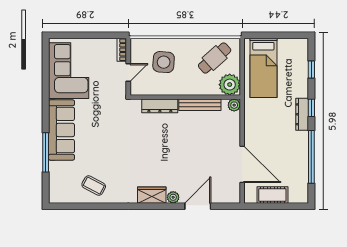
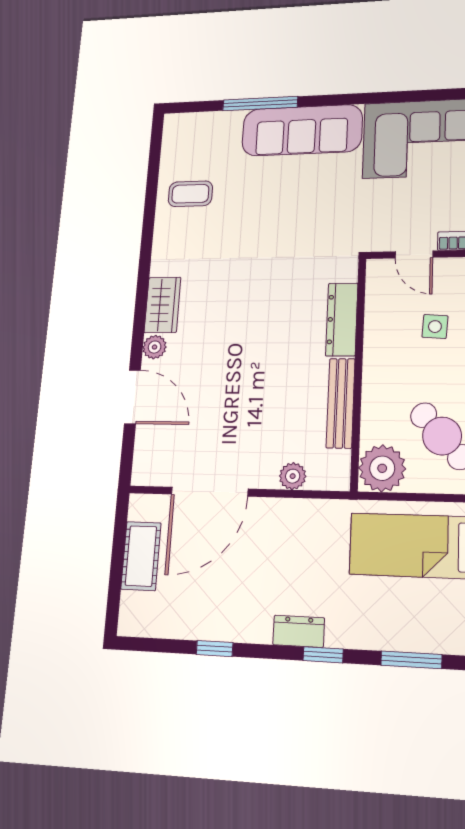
side table: (164, 62) -> (435, 327), width x0.54, depth x0.54
window: (311, 70) -> (411, 660), width x1.50
plant: (234, 105) -> (293, 476), moved
dresser: (302, 114) -> (299, 631), width x0.70
window: (311, 157) -> (215, 648), width x0.32
coffee table: (94, 186) -> (190, 194), turned 62

